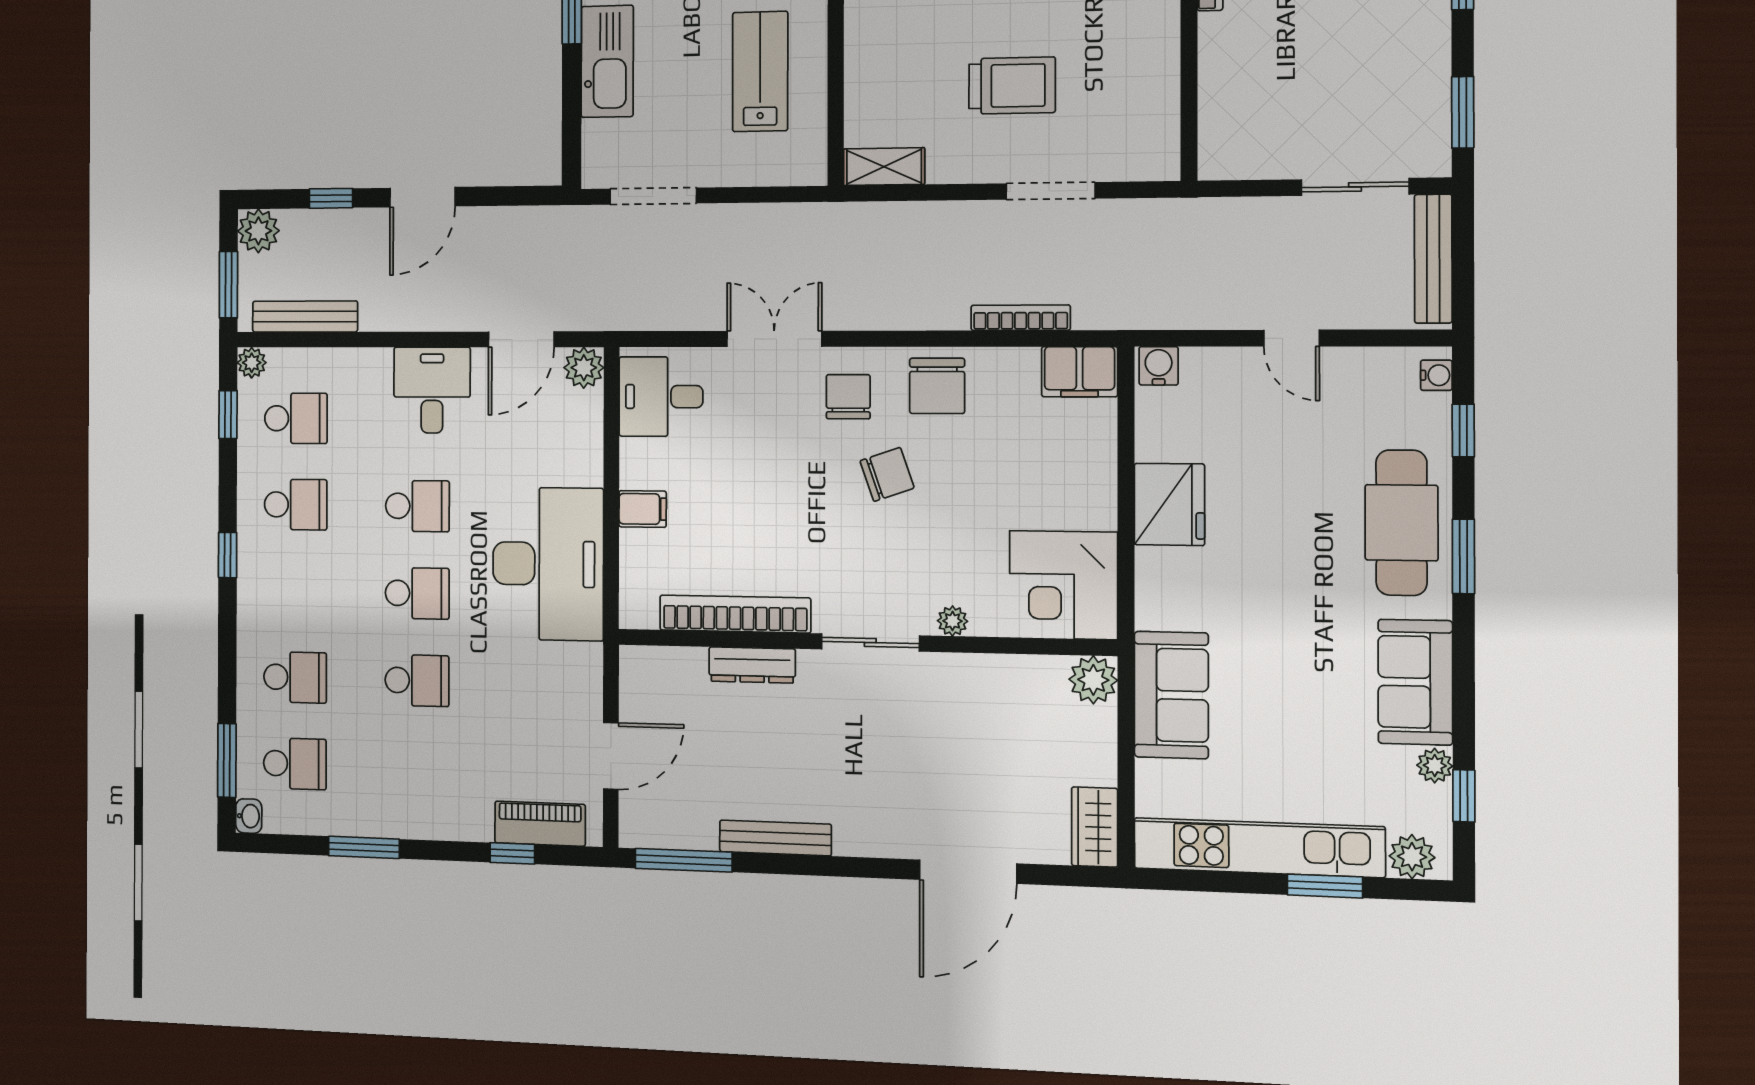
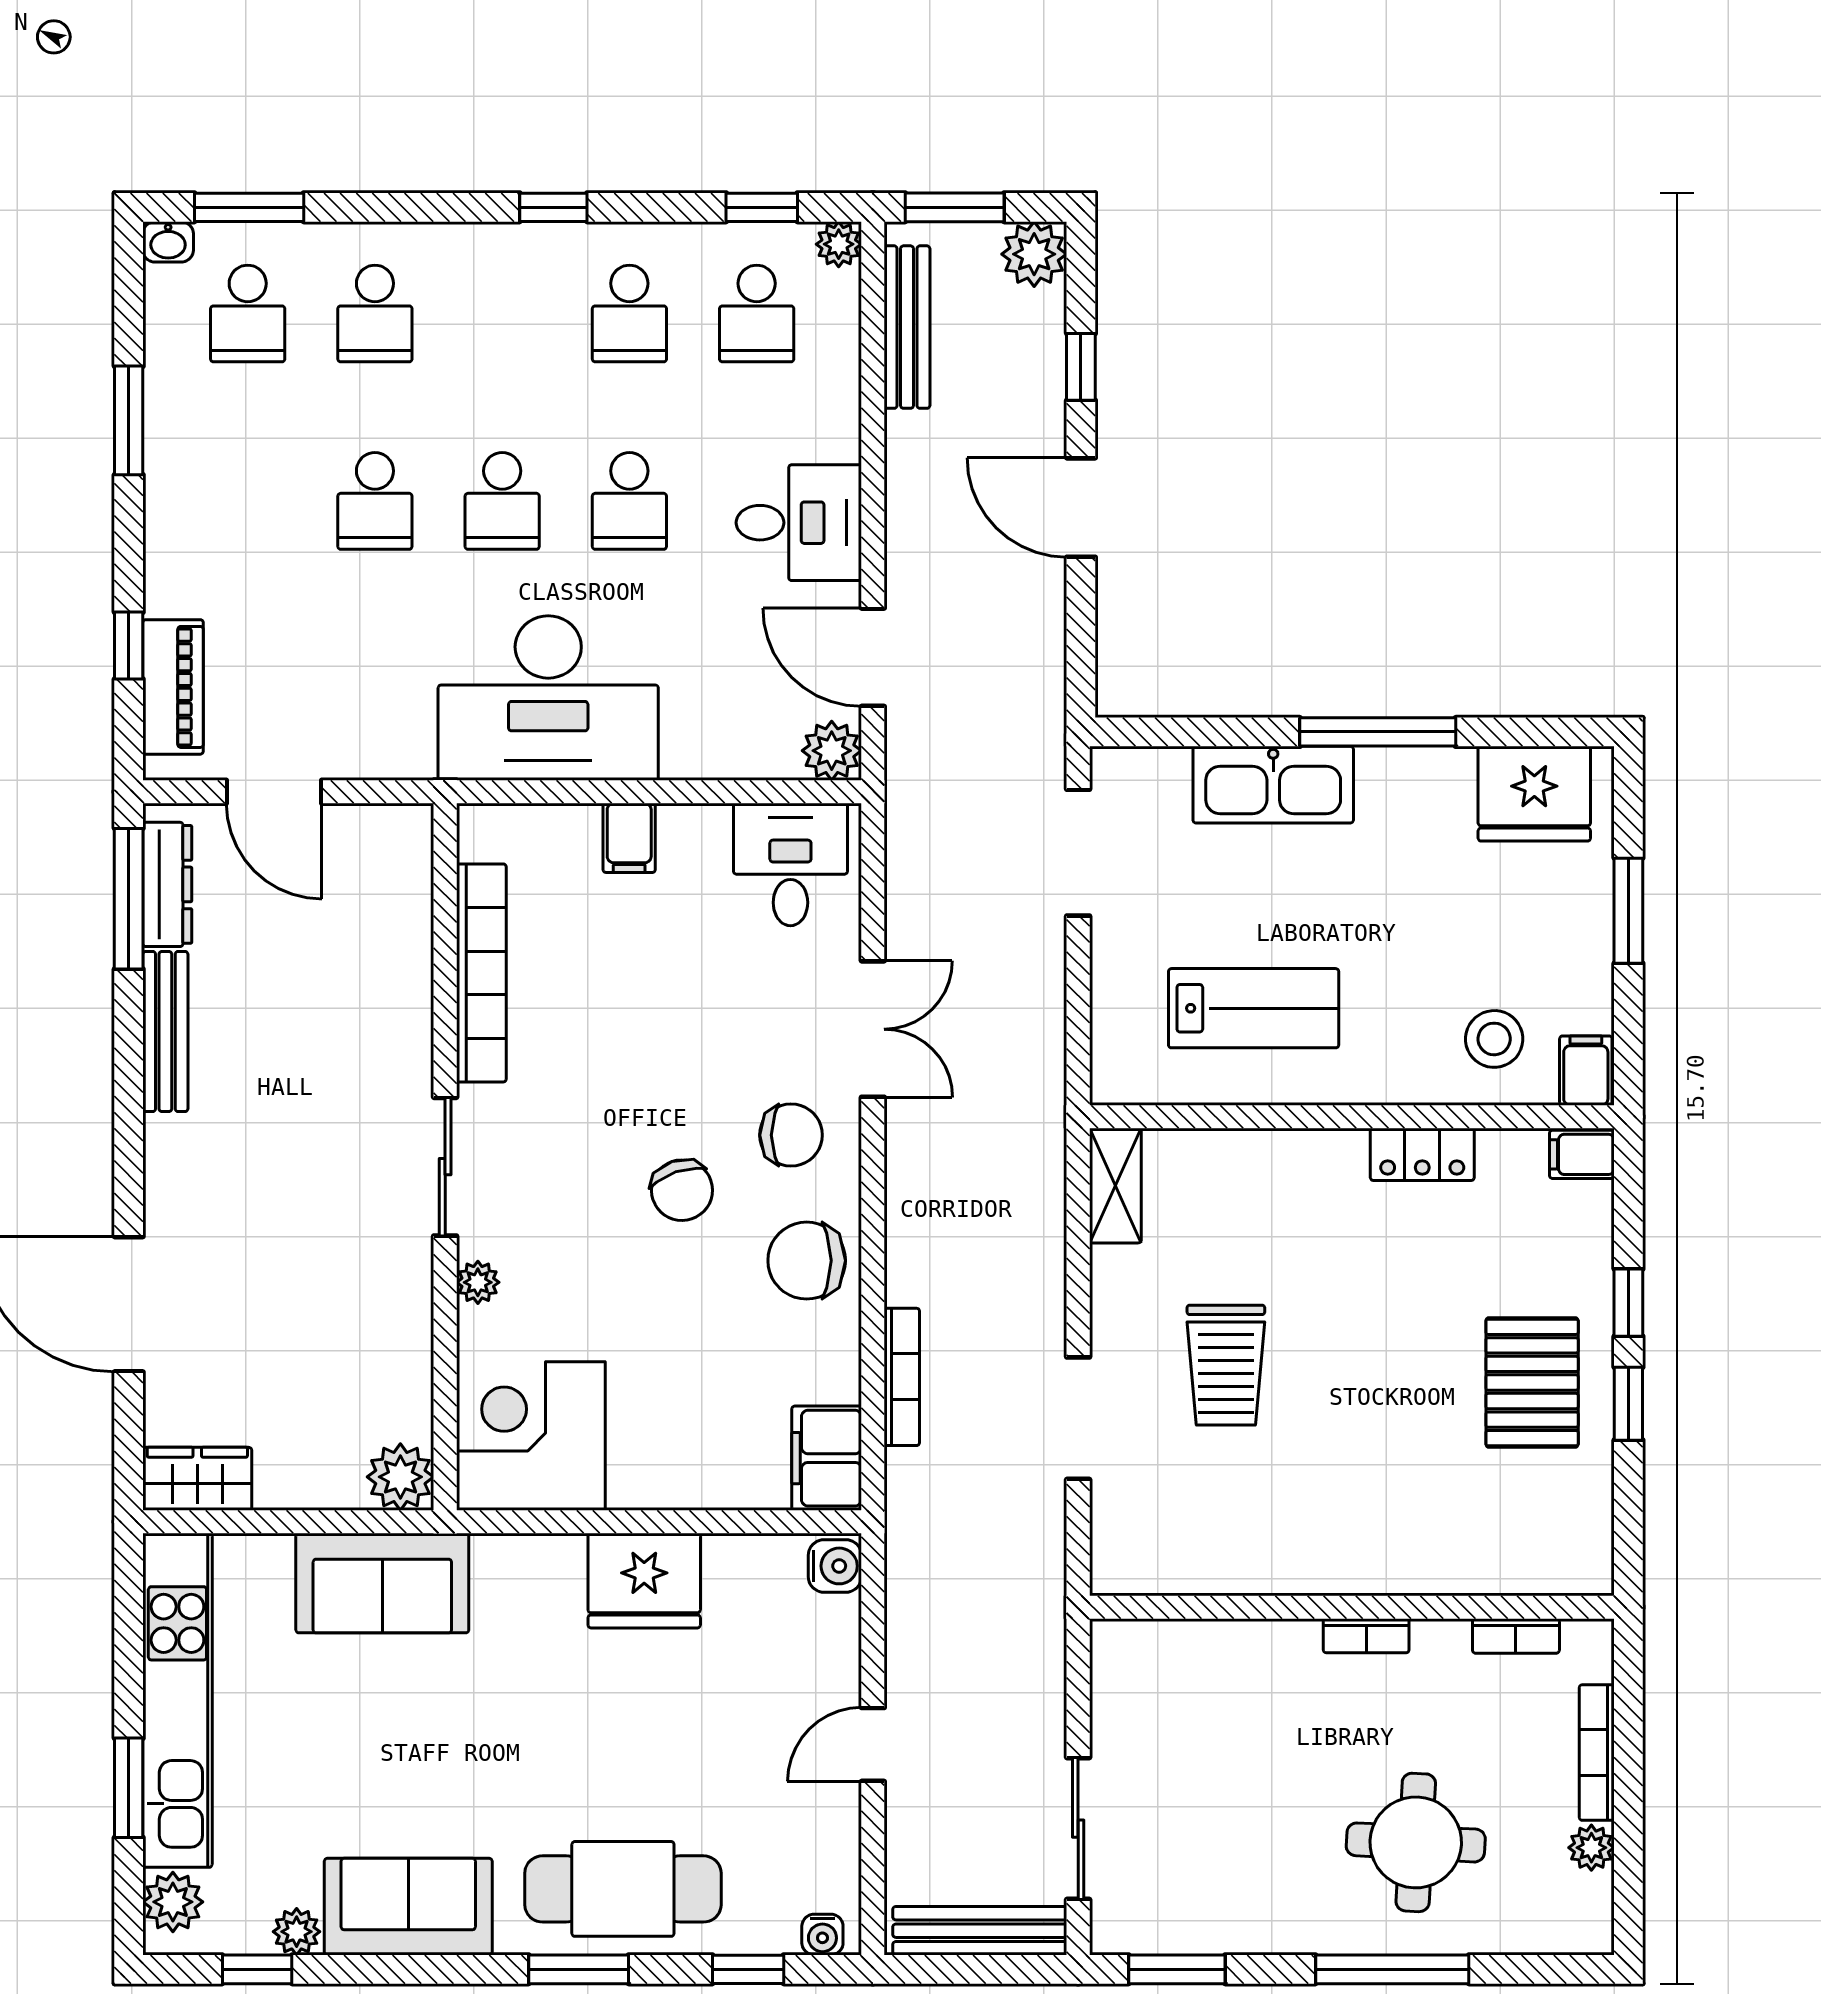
dresser: (752, 665) -> (167, 884), moved, turned 180

